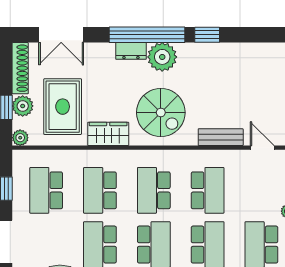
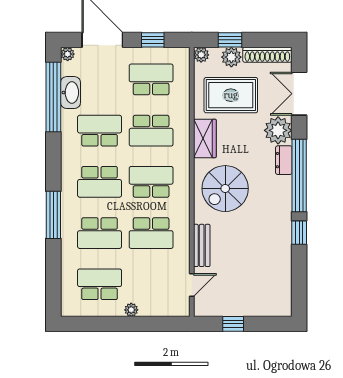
plant: (162, 57) -> (278, 130), moved
school desk: (100, 190) -> (151, 131), turned 180

